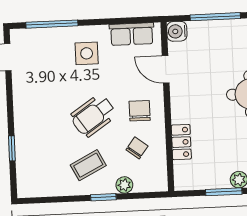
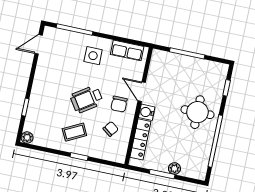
water cooler: (177, 31) -> (147, 112), moved
door: (166, 69) -> (142, 92), moved
chair: (140, 111) -> (119, 104), turned 180
locker: (181, 142) -> (140, 139), width x1.53
plant: (124, 185) -> (27, 138), moved

